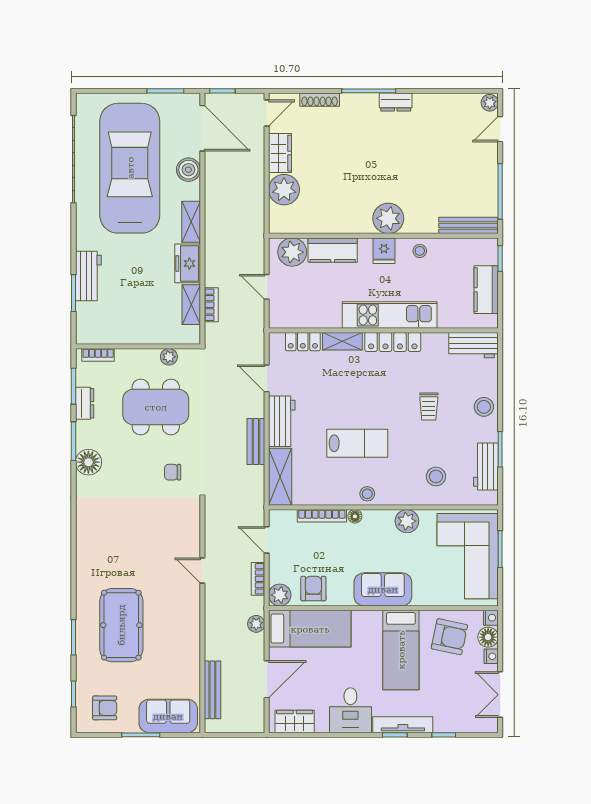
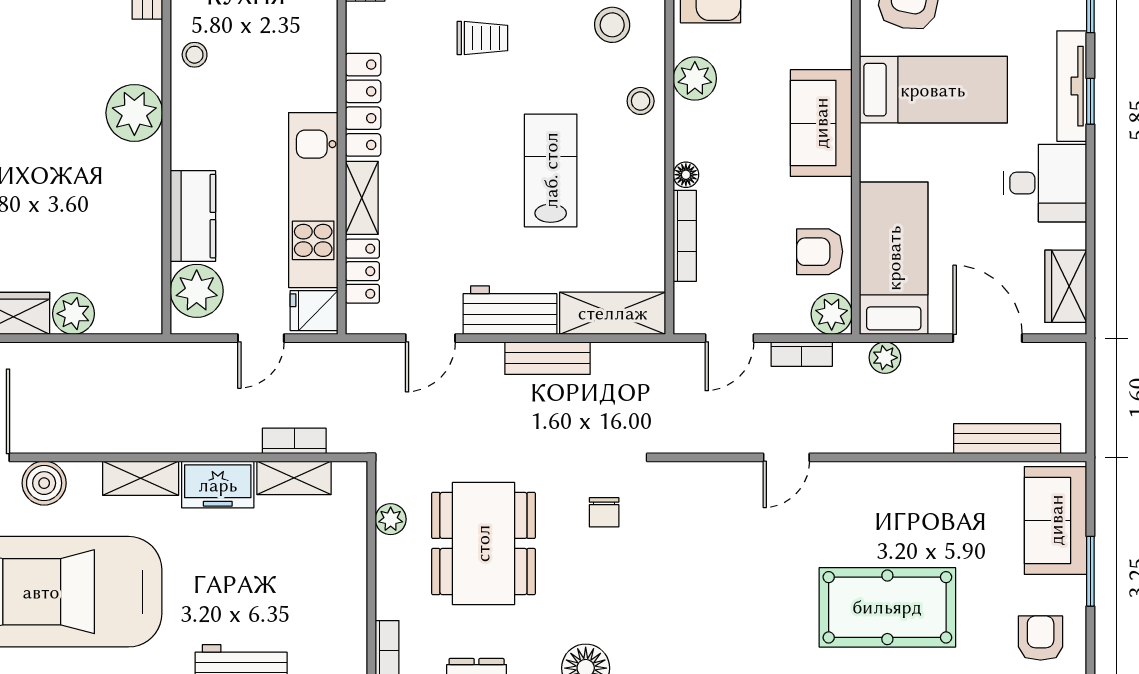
plant: (284, 190) -> (73, 314), width x0.73, depth x0.73
fridge: (384, 251) -> (314, 311), moved, turned 180
kitchen unit: (390, 315) -> (313, 200), moved
stool: (367, 494) -> (641, 101), moved

